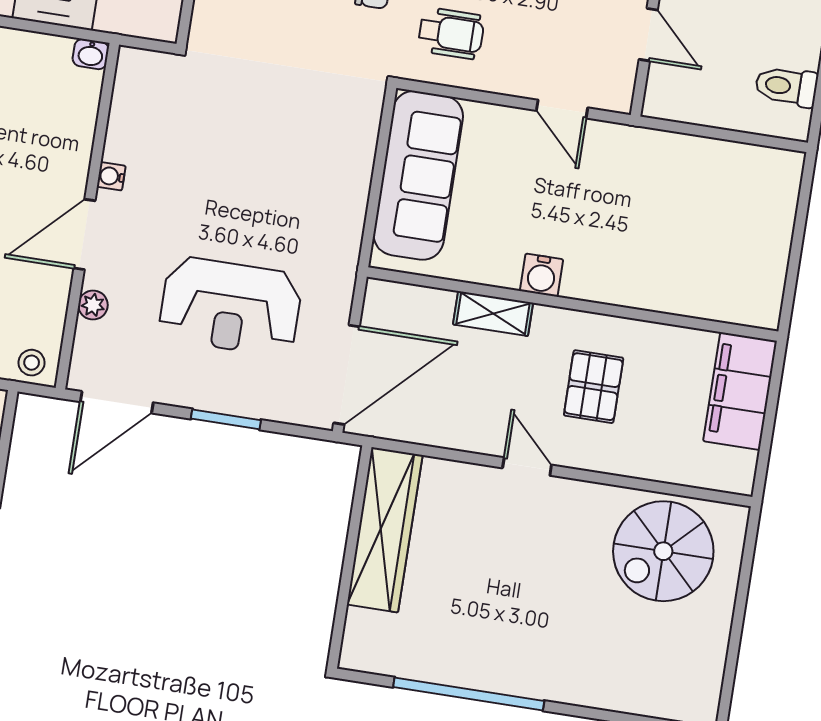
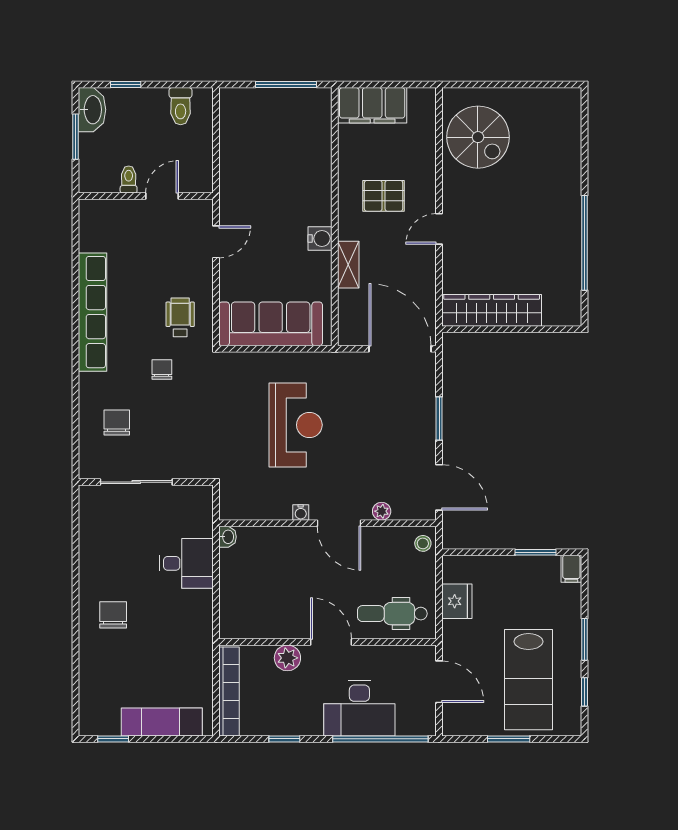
window: (795, 259) -> (286, 85), added
reception desk: (230, 306) -> (296, 425), moved

